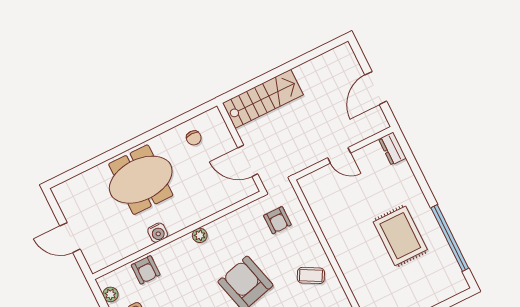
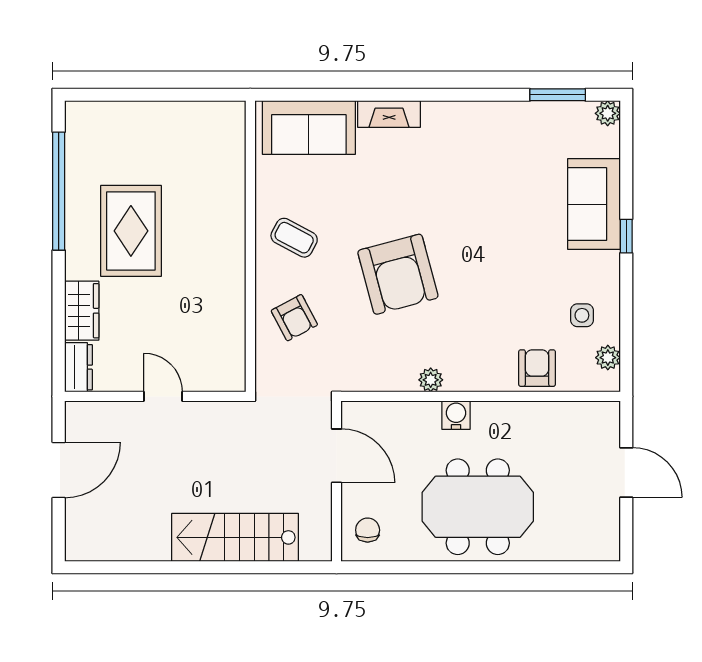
wall: (241, 147) -> (336, 481), moved
door: (248, 161) -> (336, 456), moved
wardrobe: (406, 180) -> (82, 311), added
armchair: (277, 220) -> (294, 318), moved, turned 152
water cooler: (158, 233) -> (456, 415), moved

